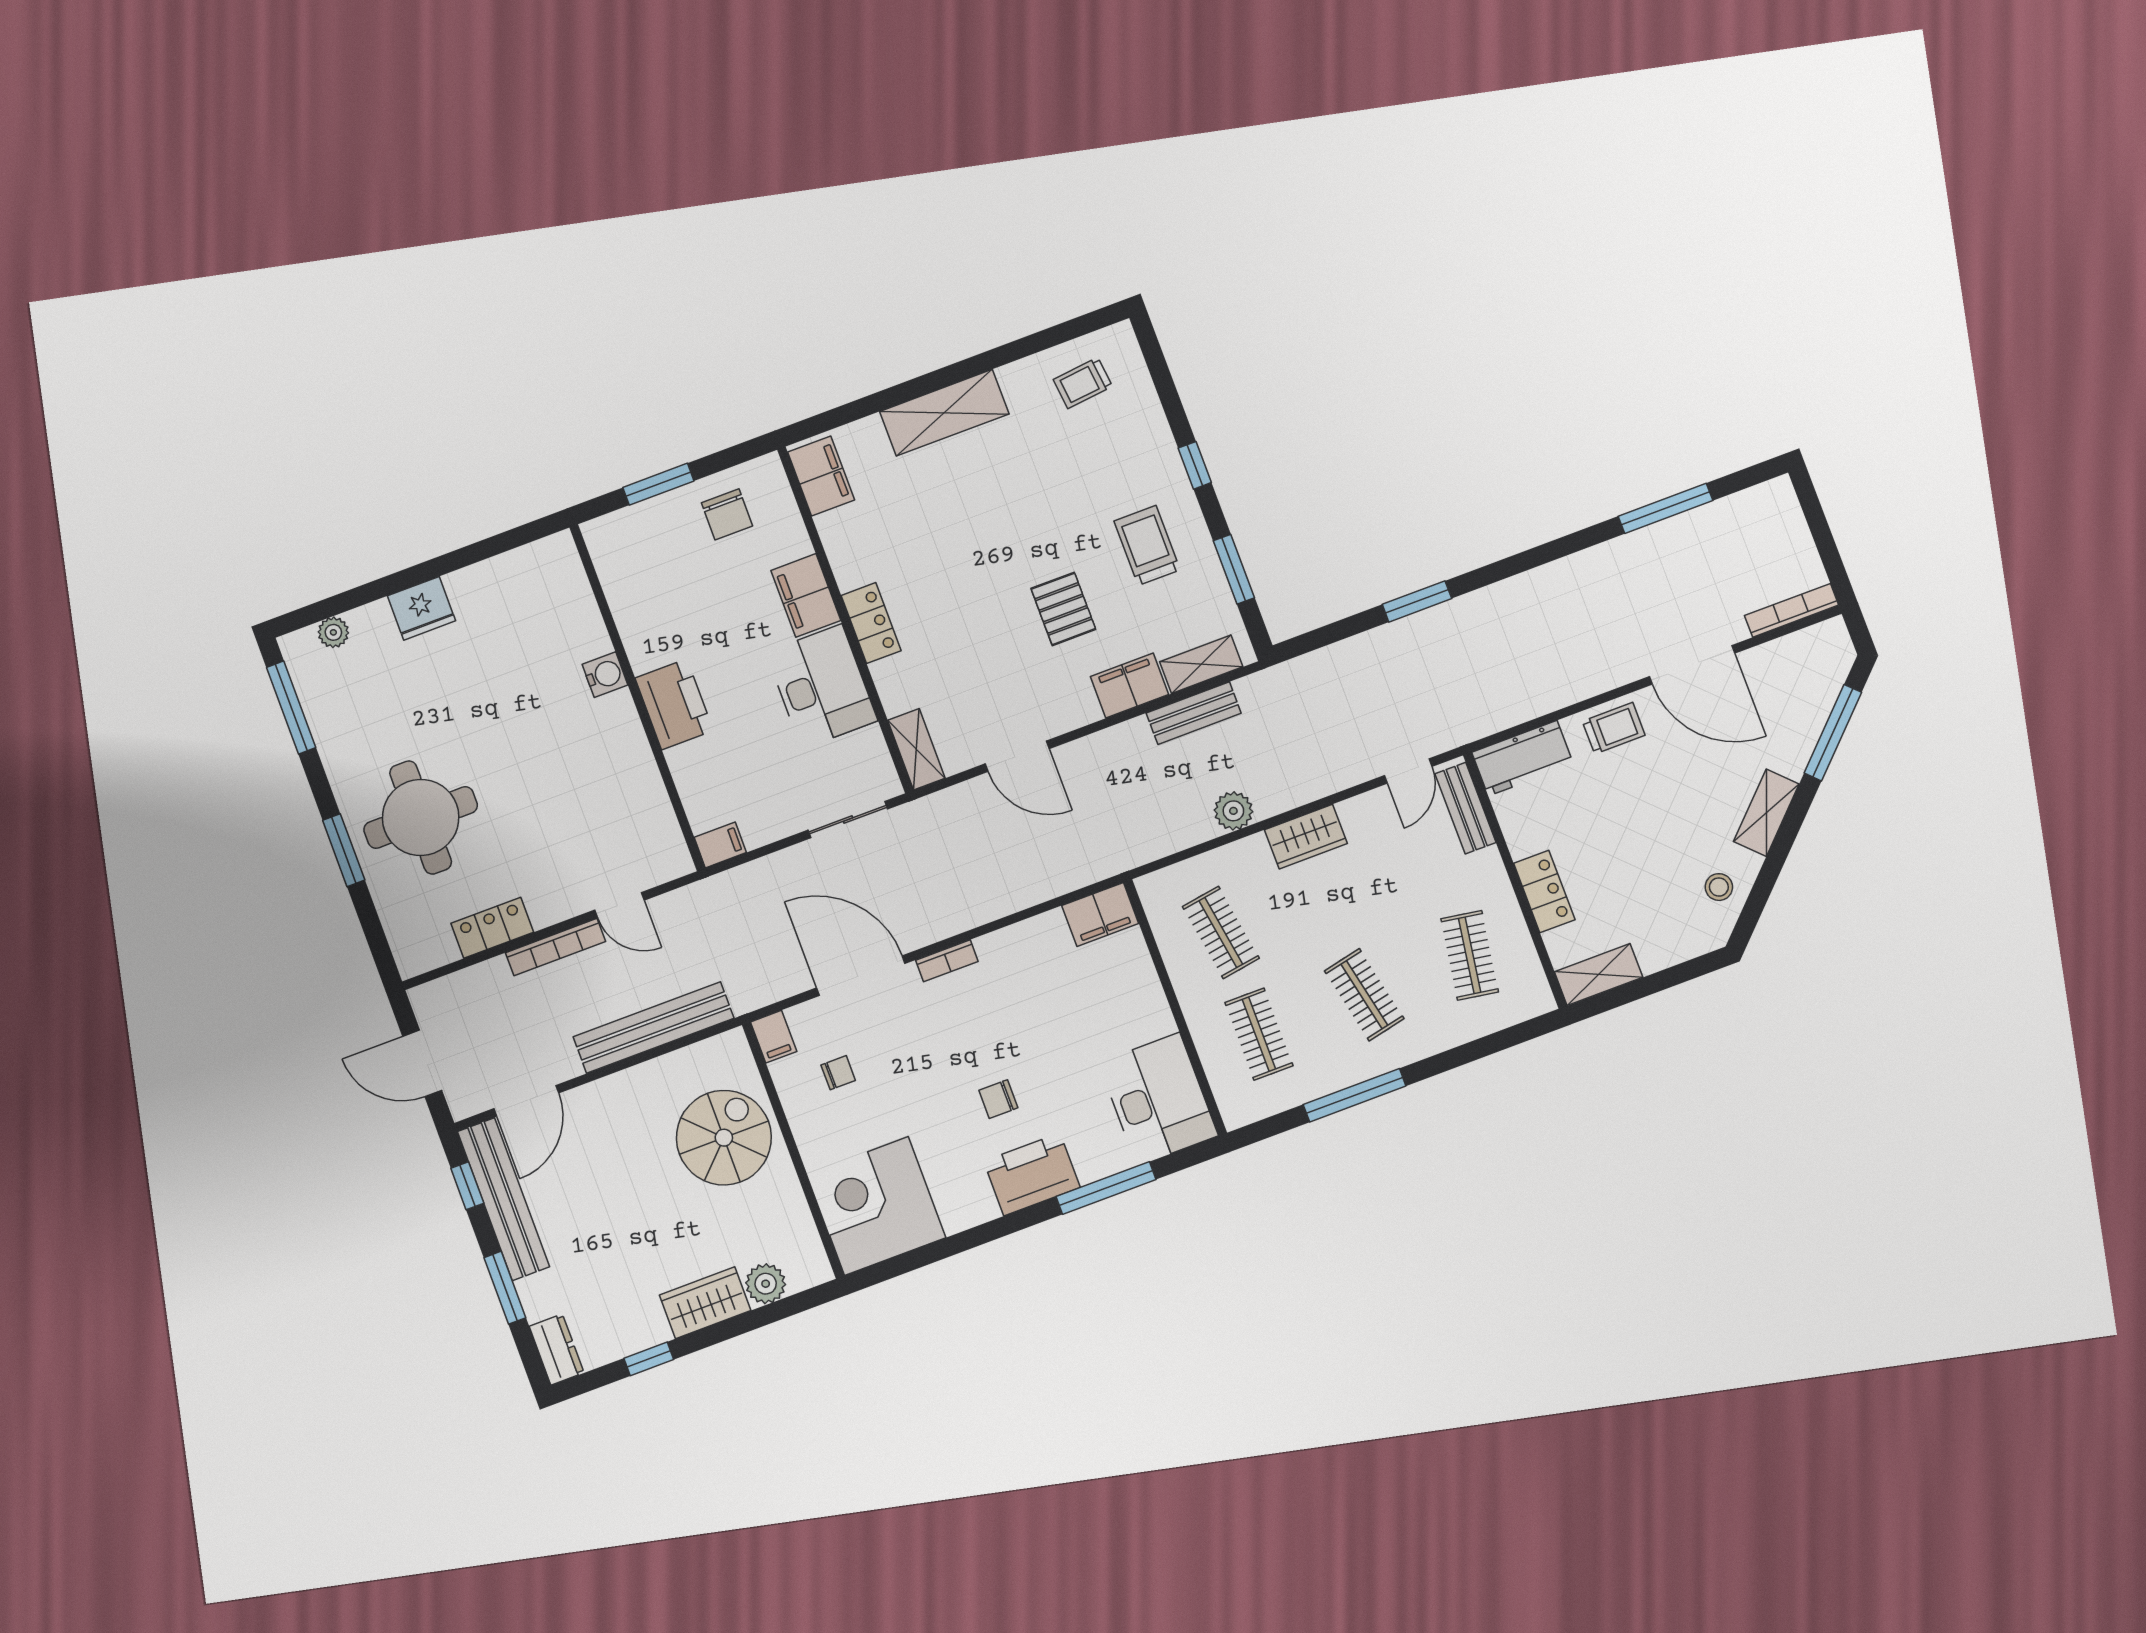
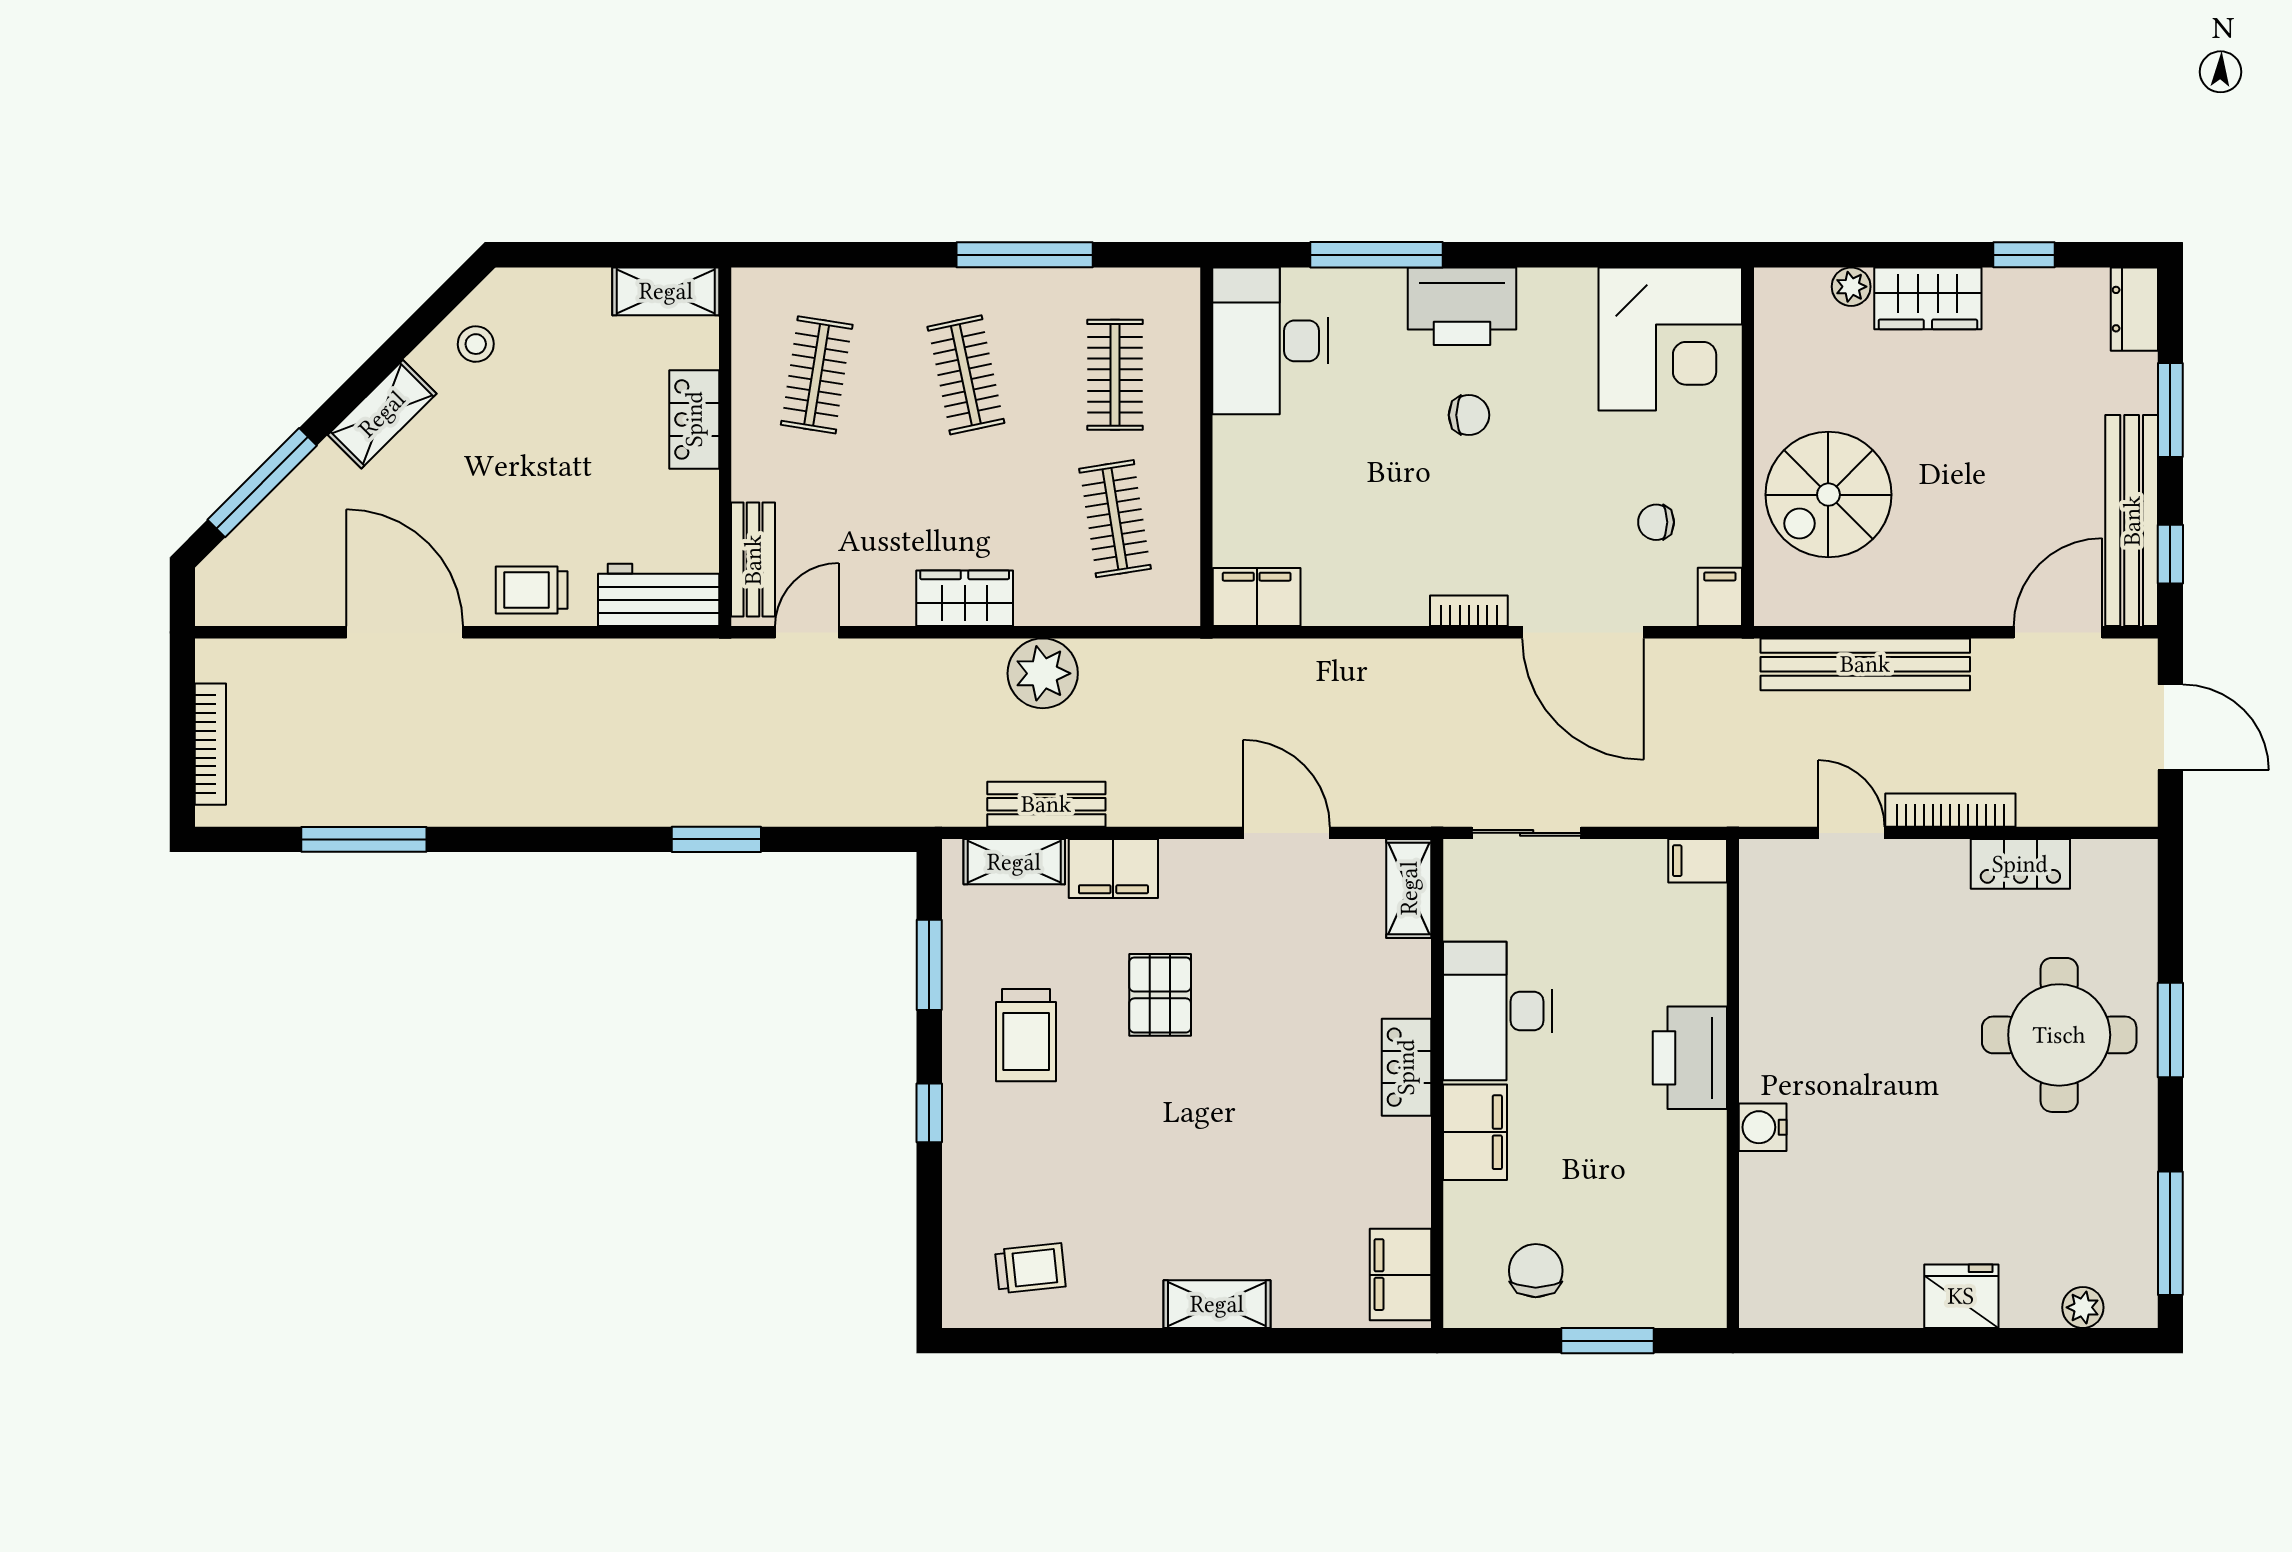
shelving: (944, 413) -> (1217, 1304), width x0.67, depth x0.75
bookcase: (1792, 610) -> (210, 744), moved, turned -90
plant: (1233, 811) -> (1043, 673), width x1.36, depth x1.36
plant: (766, 1284) -> (1851, 287), width x0.73, depth x0.73

